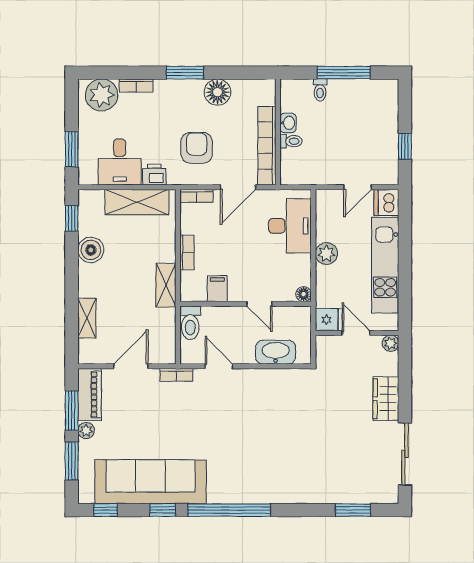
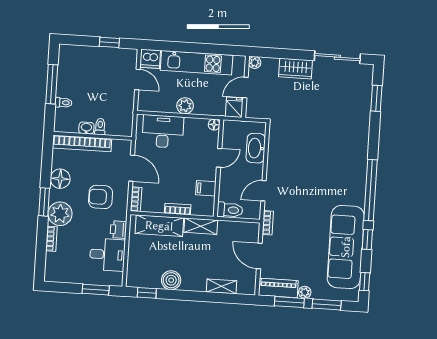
plant: (102, 95) -> (60, 214), moved
bookcase: (267, 146) -> (82, 143), moved
shelving: (137, 202) -> (159, 226), moved, turned 90

